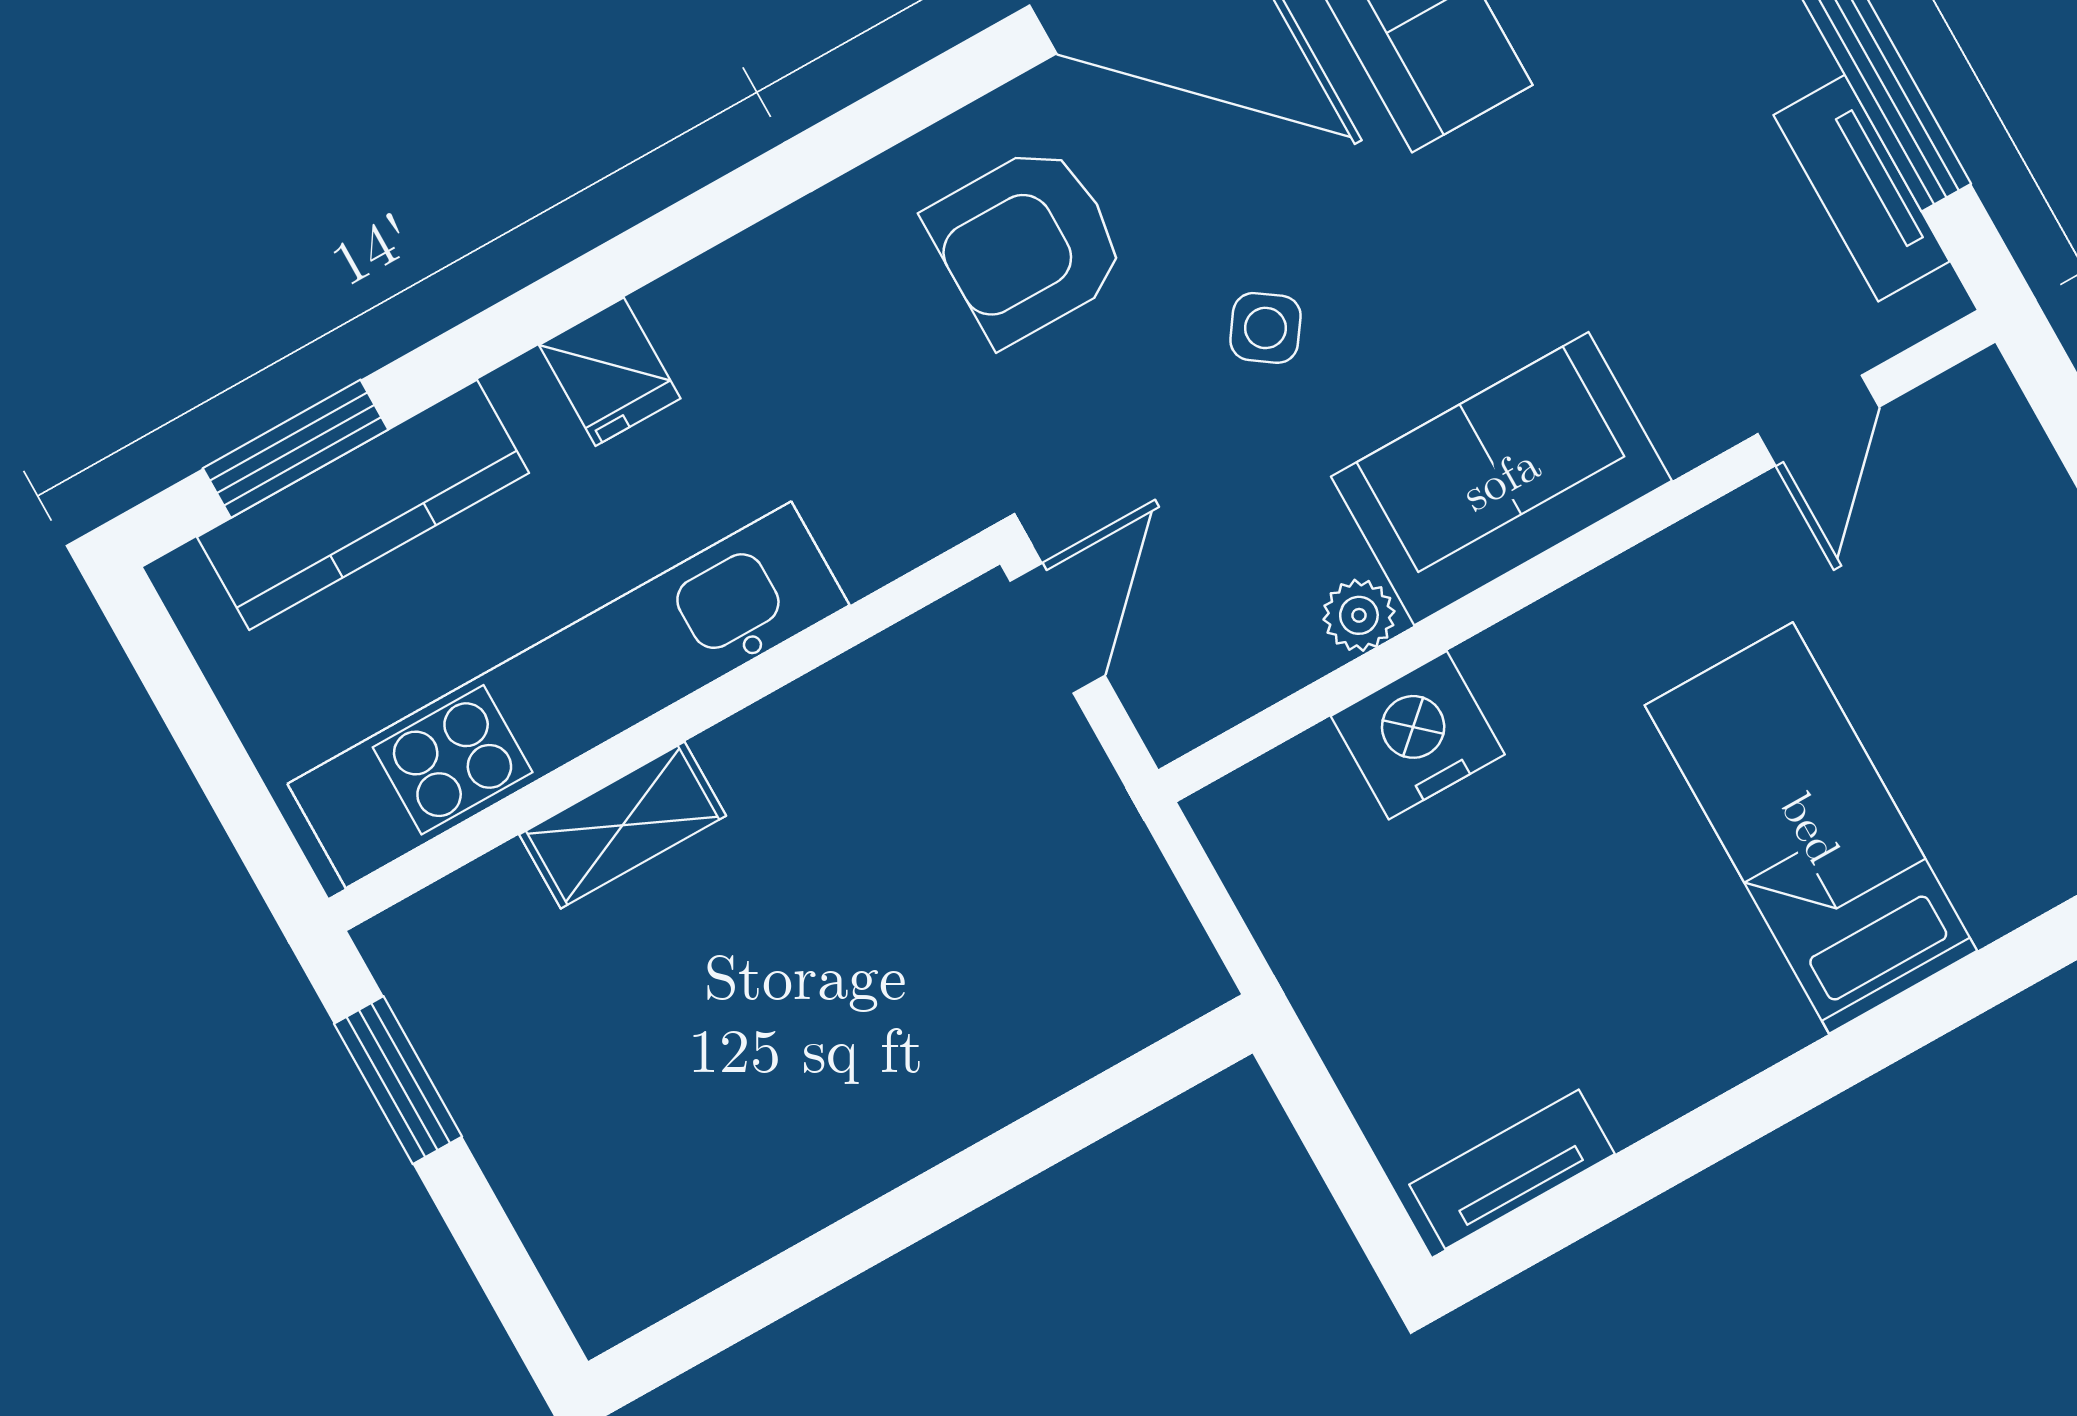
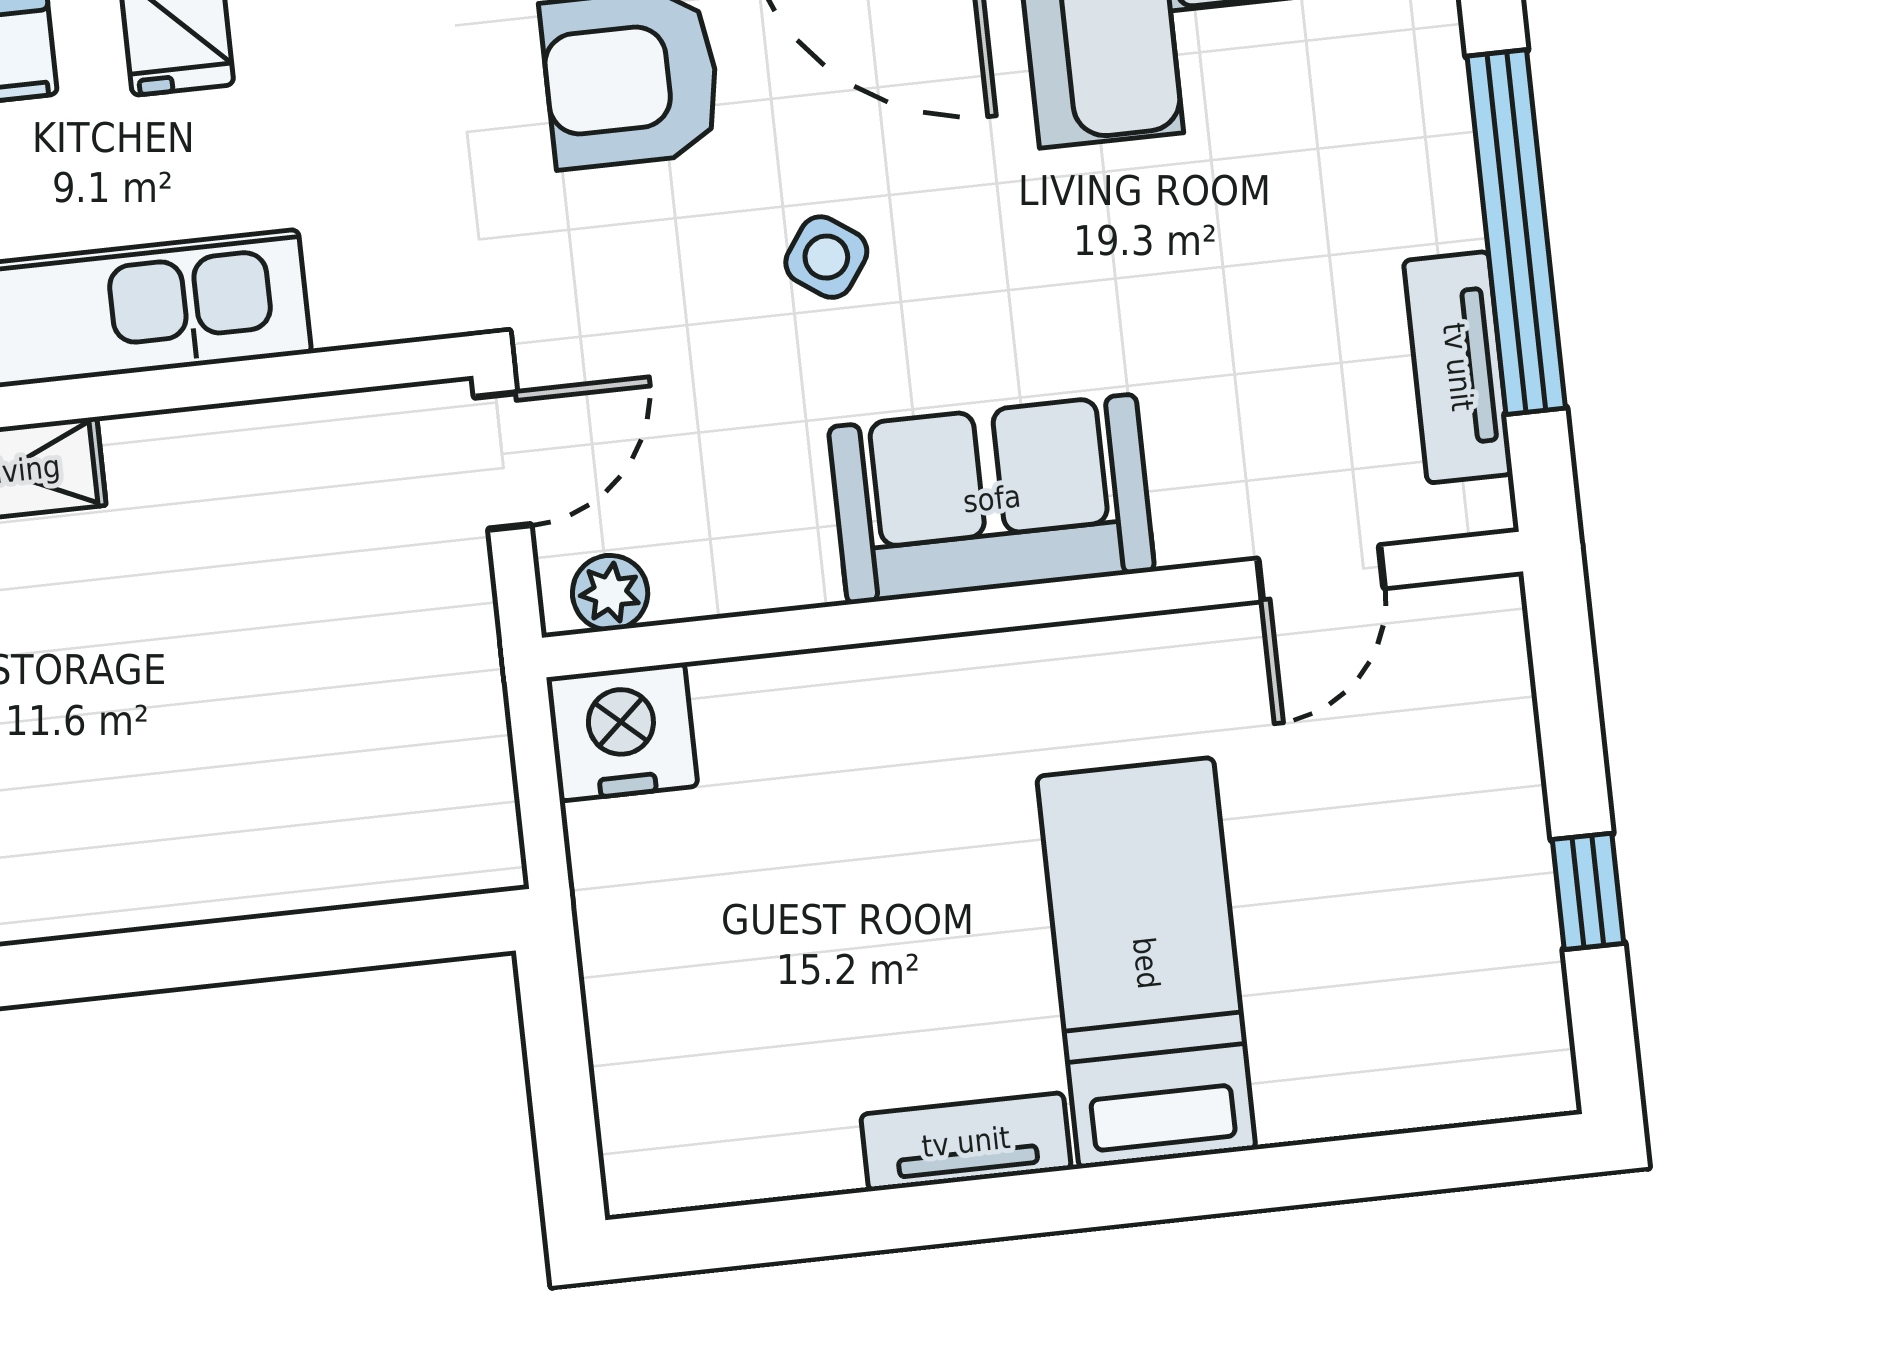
plant: (1359, 615) -> (610, 593), moved
nightstand: (1418, 735) -> (622, 732), moved
tv unit: (1512, 1169) -> (966, 1142), moved

